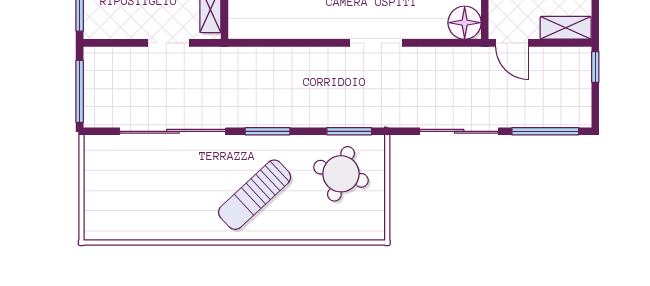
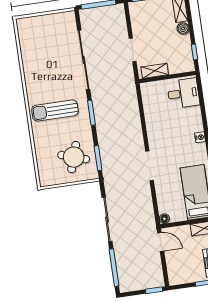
floor lamp: (465, 23) -> (164, 219), width x0.53, depth x0.53
shelving: (566, 28) -> (173, 271), removed
door: (512, 43) -> (161, 242), swing flipped
sun lounger: (255, 195) -> (55, 111), turned -47

